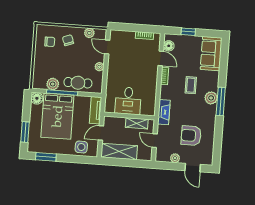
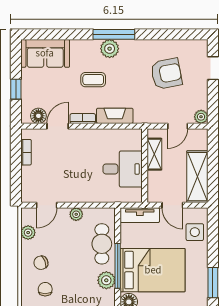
fireplace: (164, 112) -> (115, 116), moved
armchair: (191, 136) -> (166, 74), turned -101
plant: (175, 158) -> (201, 117), moved

